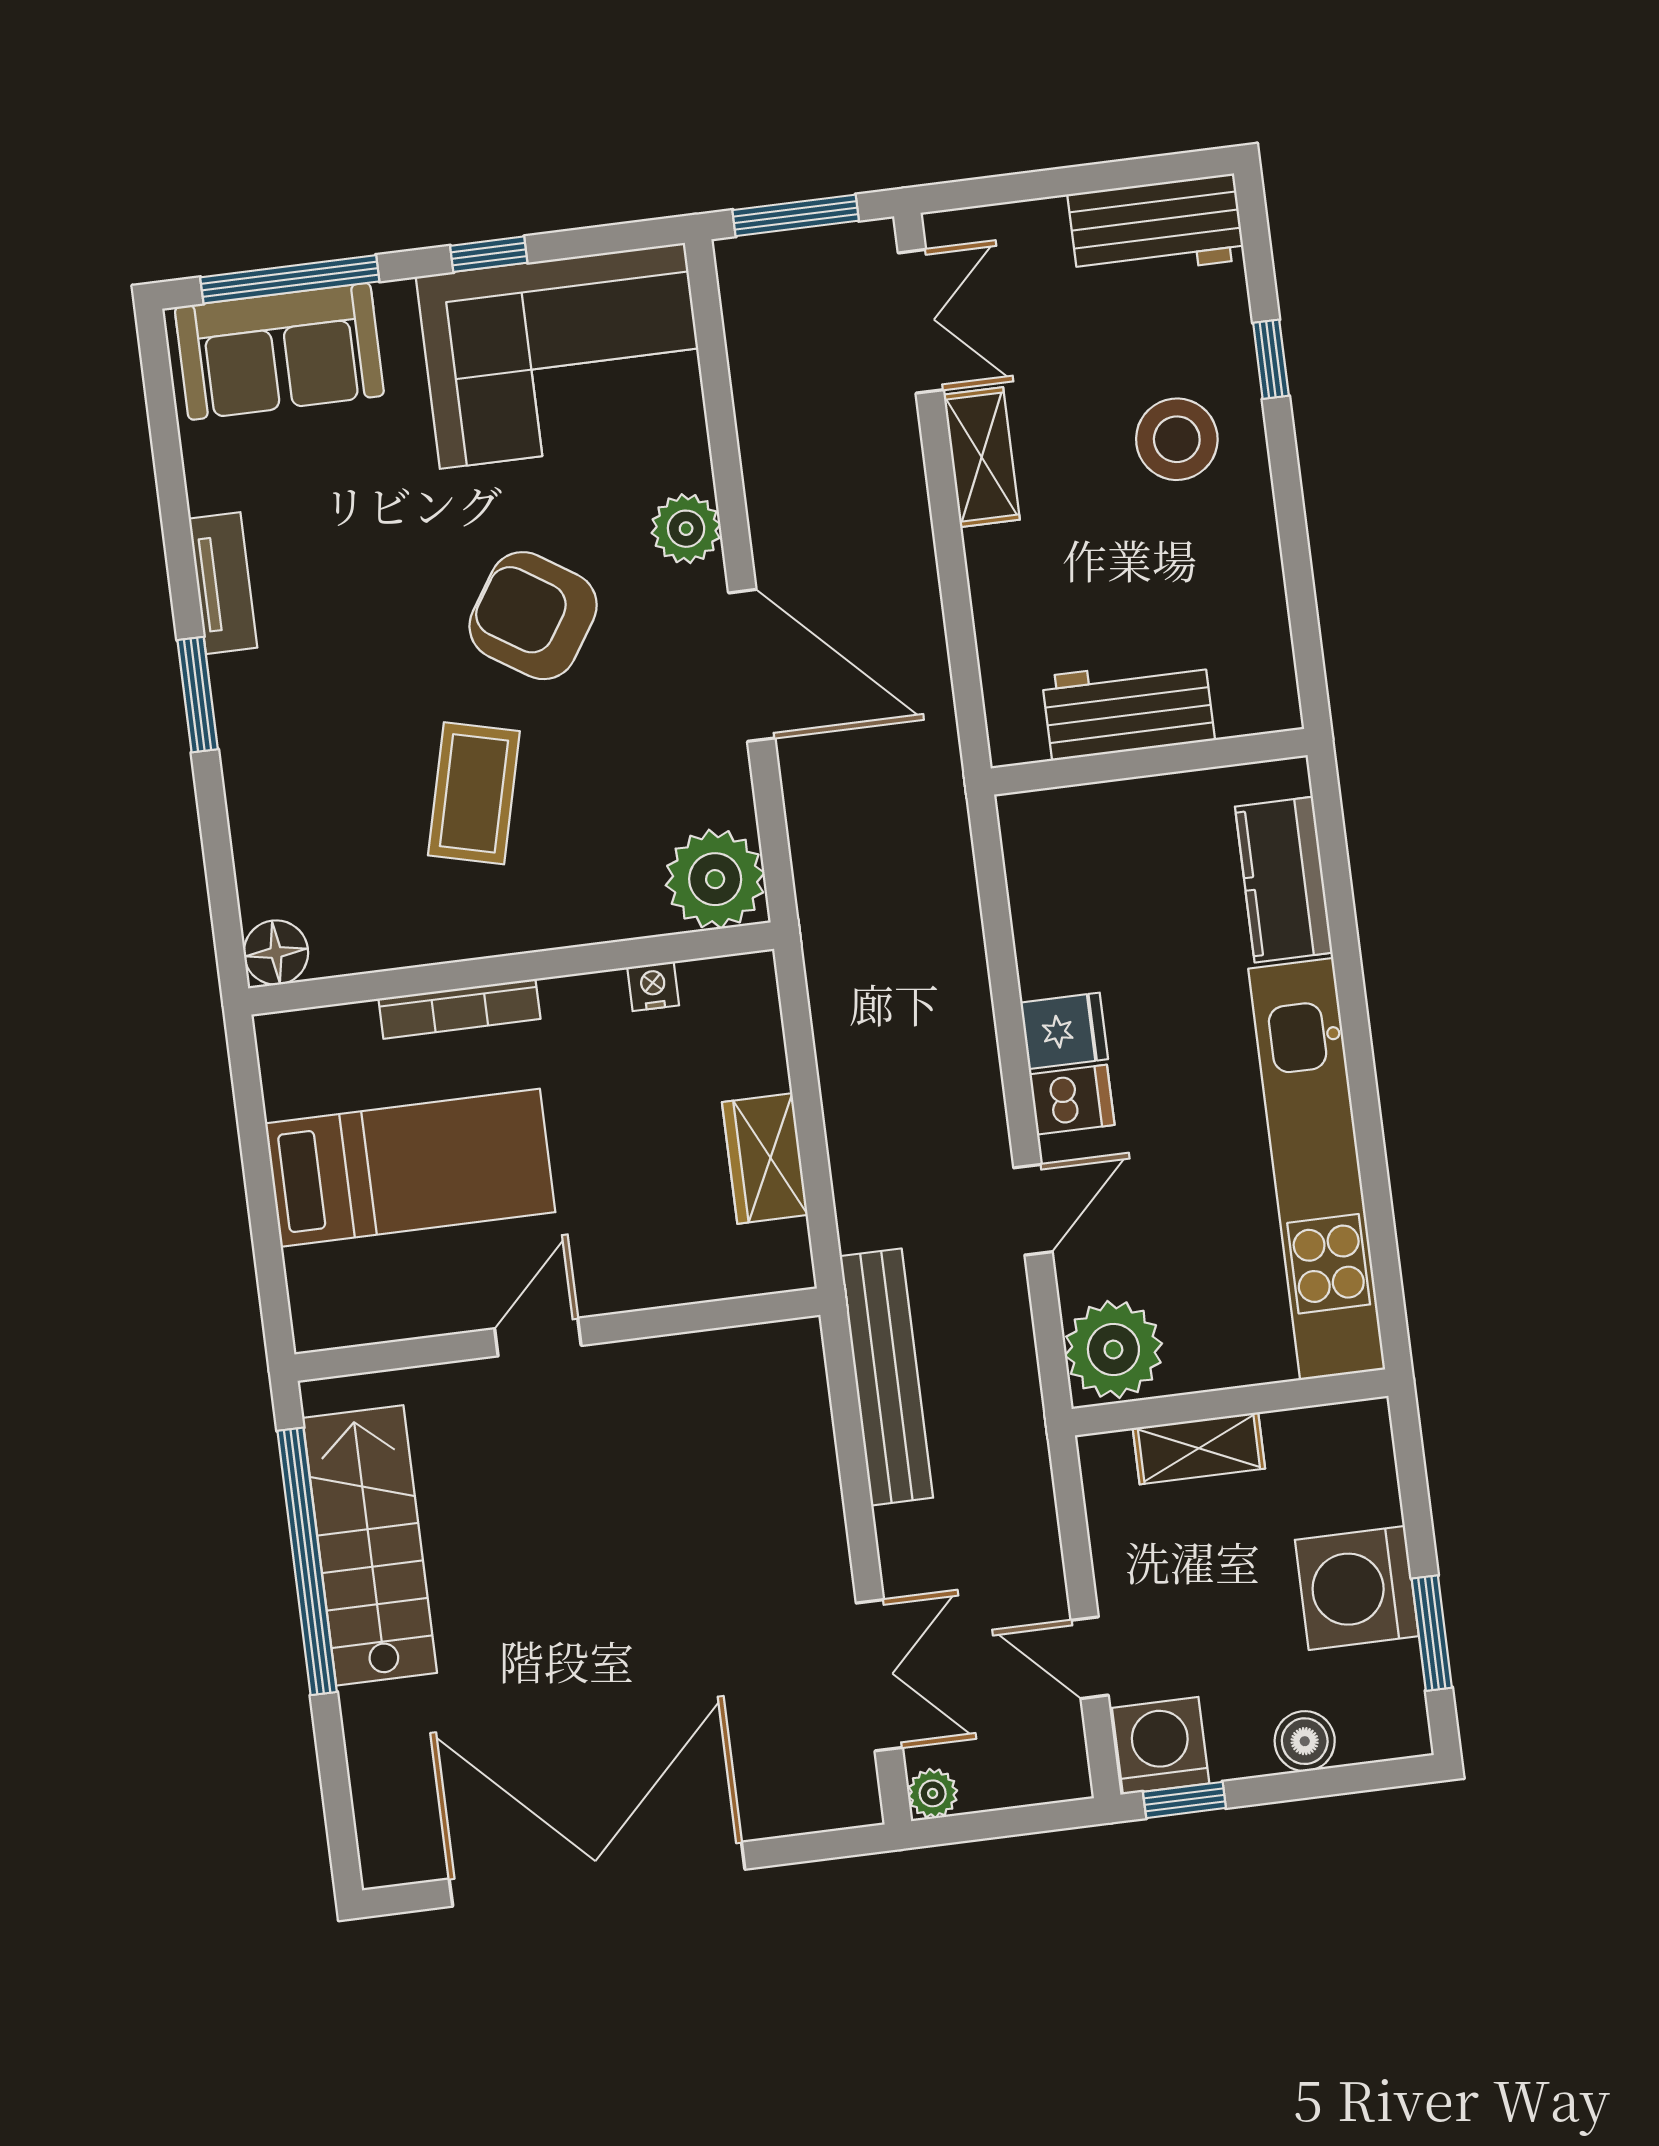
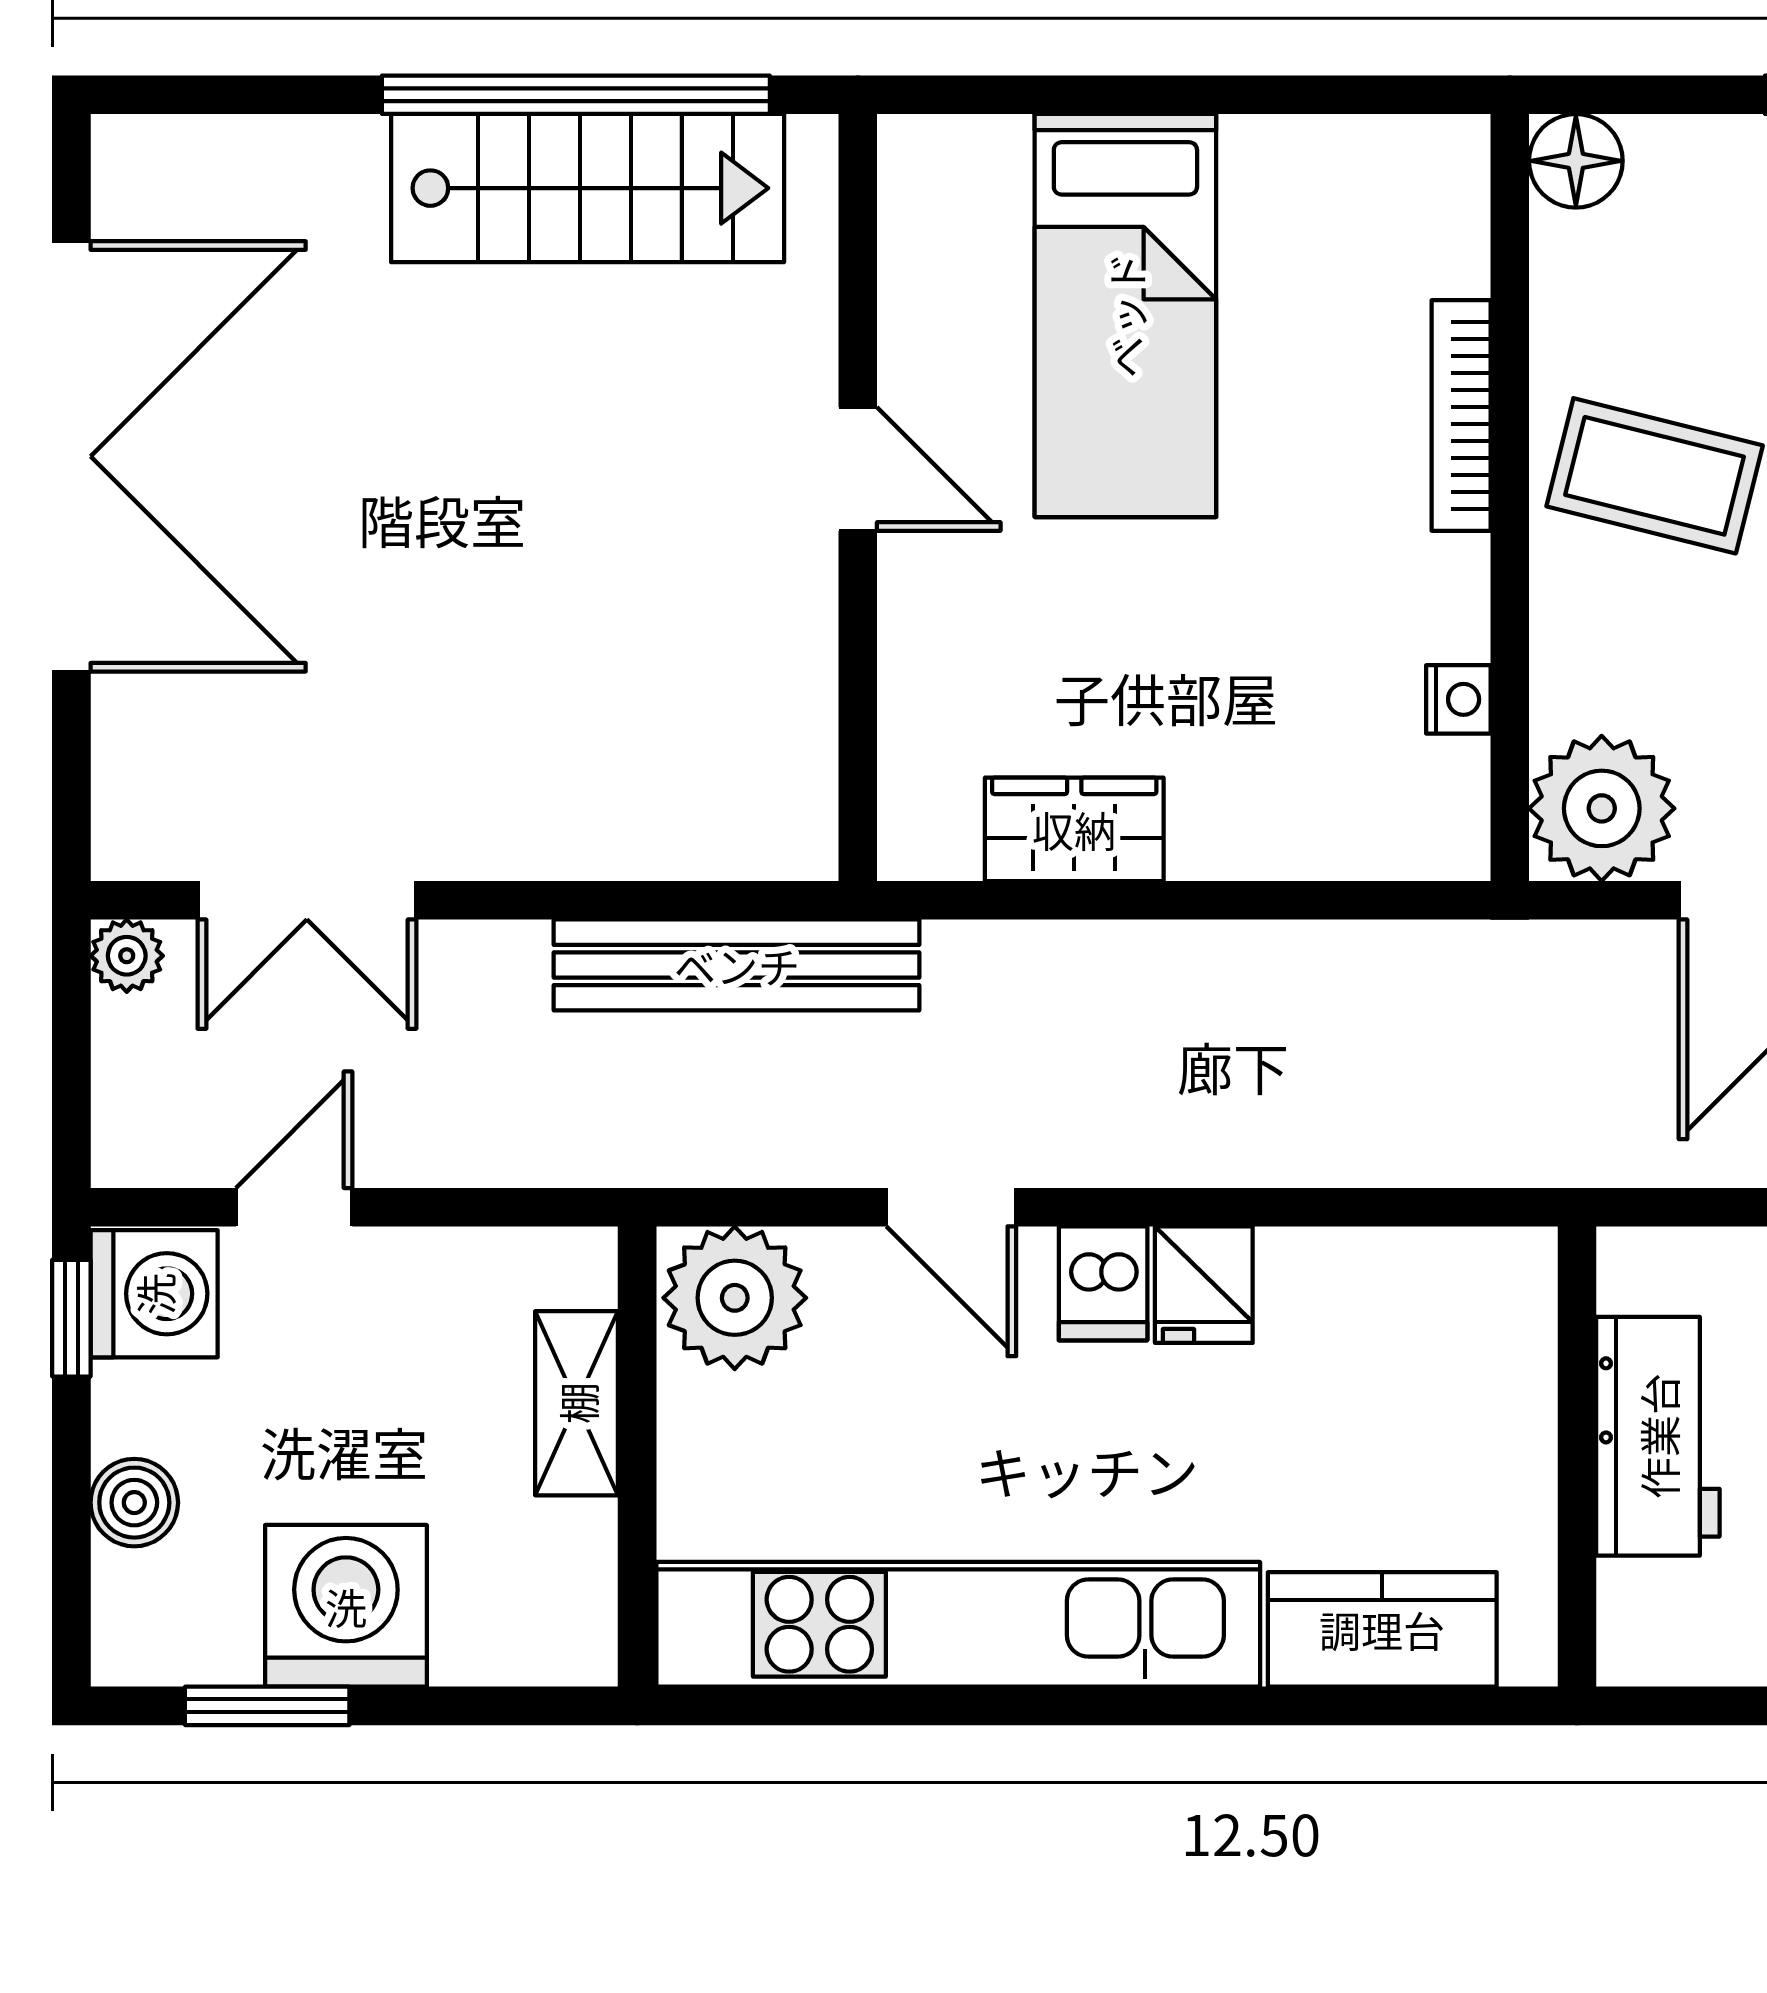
plant: (715, 879) -> (1602, 808), moved
floor lamp: (276, 953) -> (1576, 161), moved
wall: (511, 969) -> (1510, 498), moved
nightstand: (653, 986) -> (1458, 699), moved
bookcase: (459, 1009) -> (1461, 416), moved

